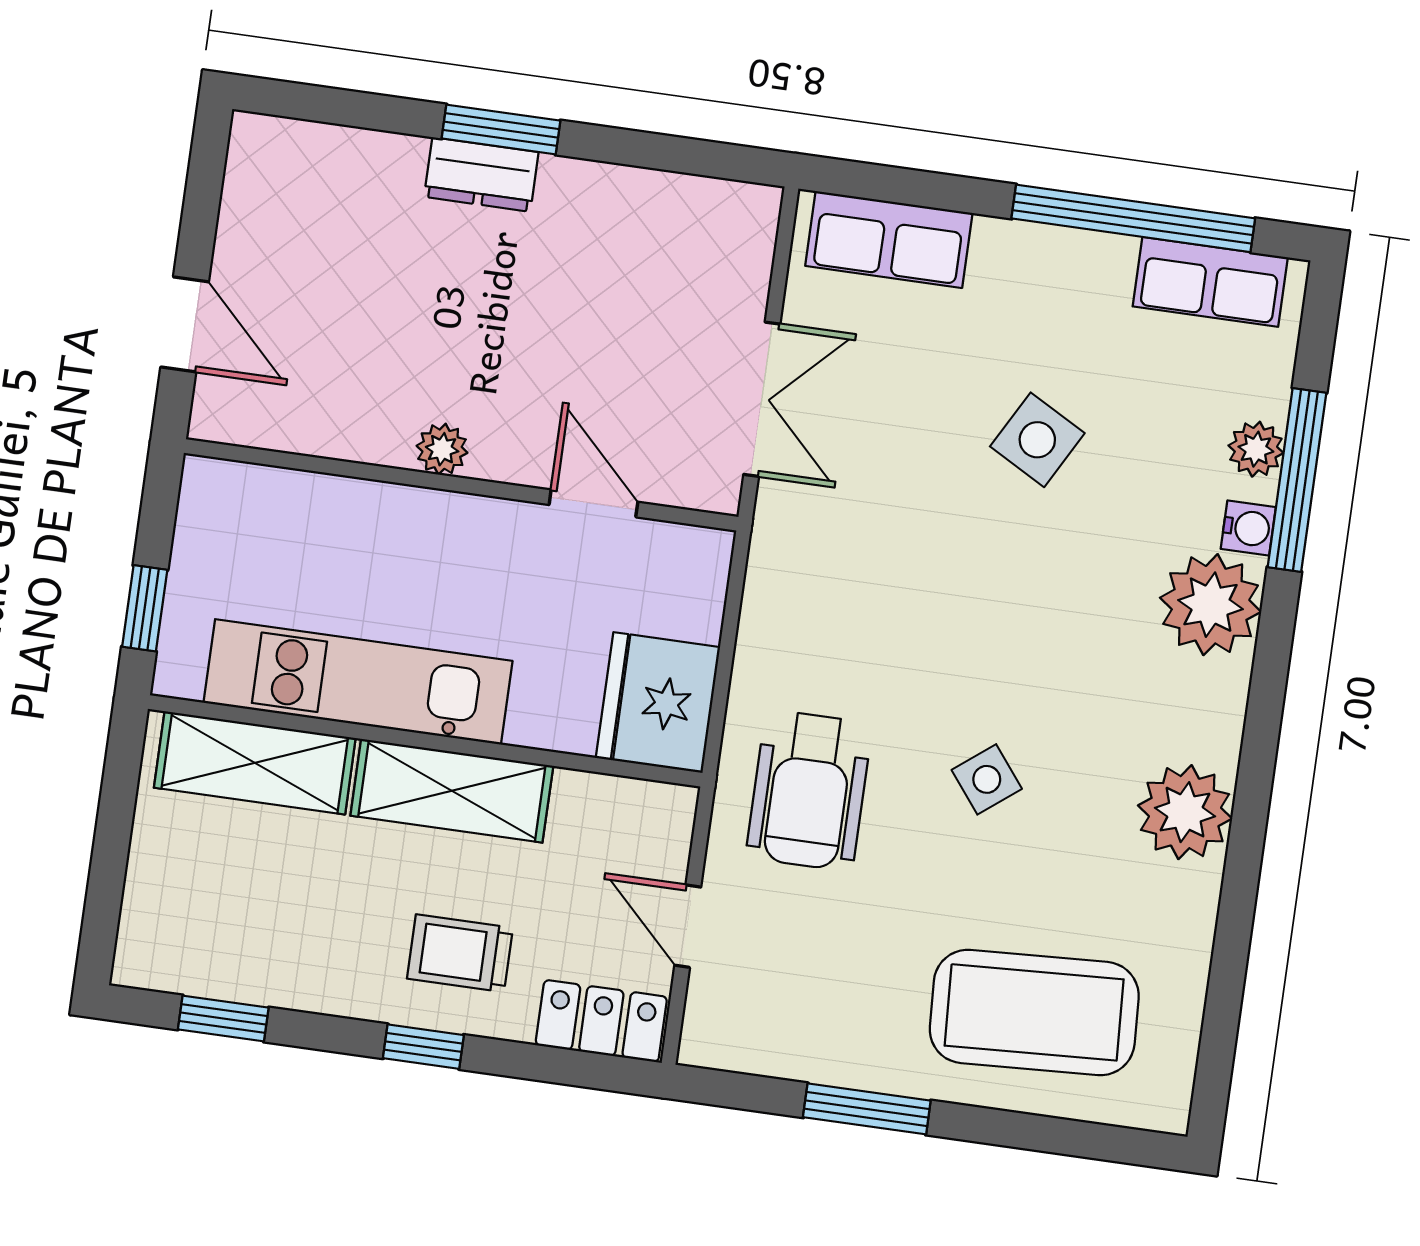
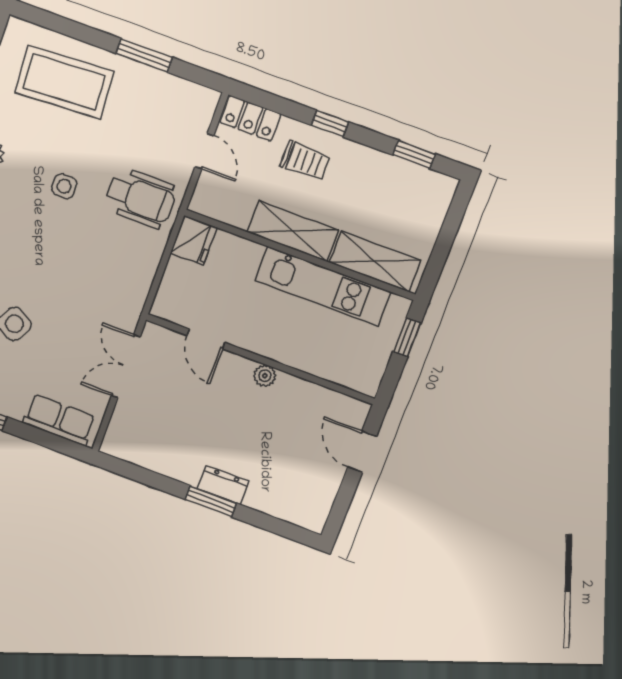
fridge: (658, 703) -> (194, 240), width x0.73, depth x0.75
side table: (987, 779) -> (64, 186), turned 38
wheelchair: (809, 790) -> (140, 198), turned 90

